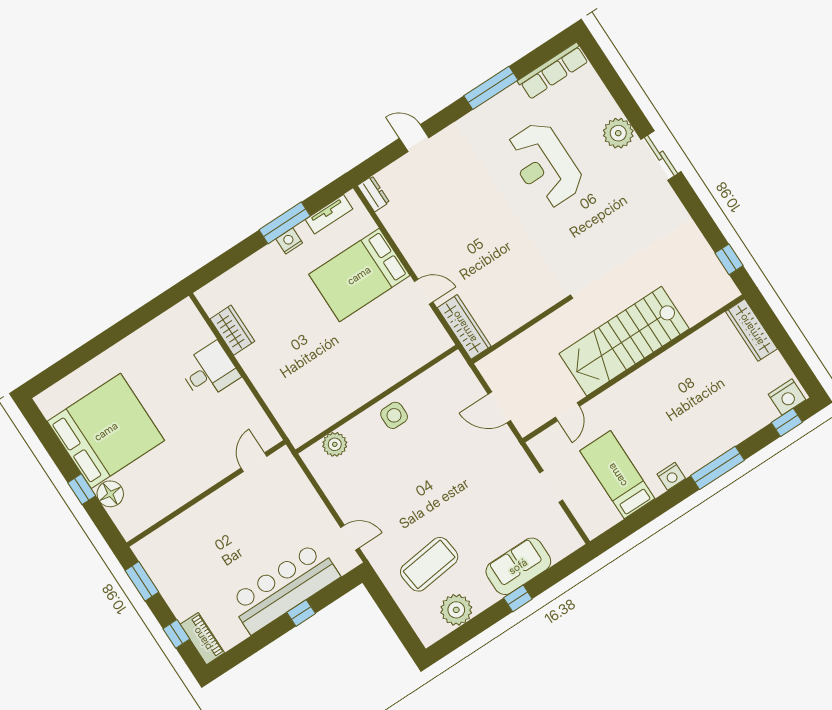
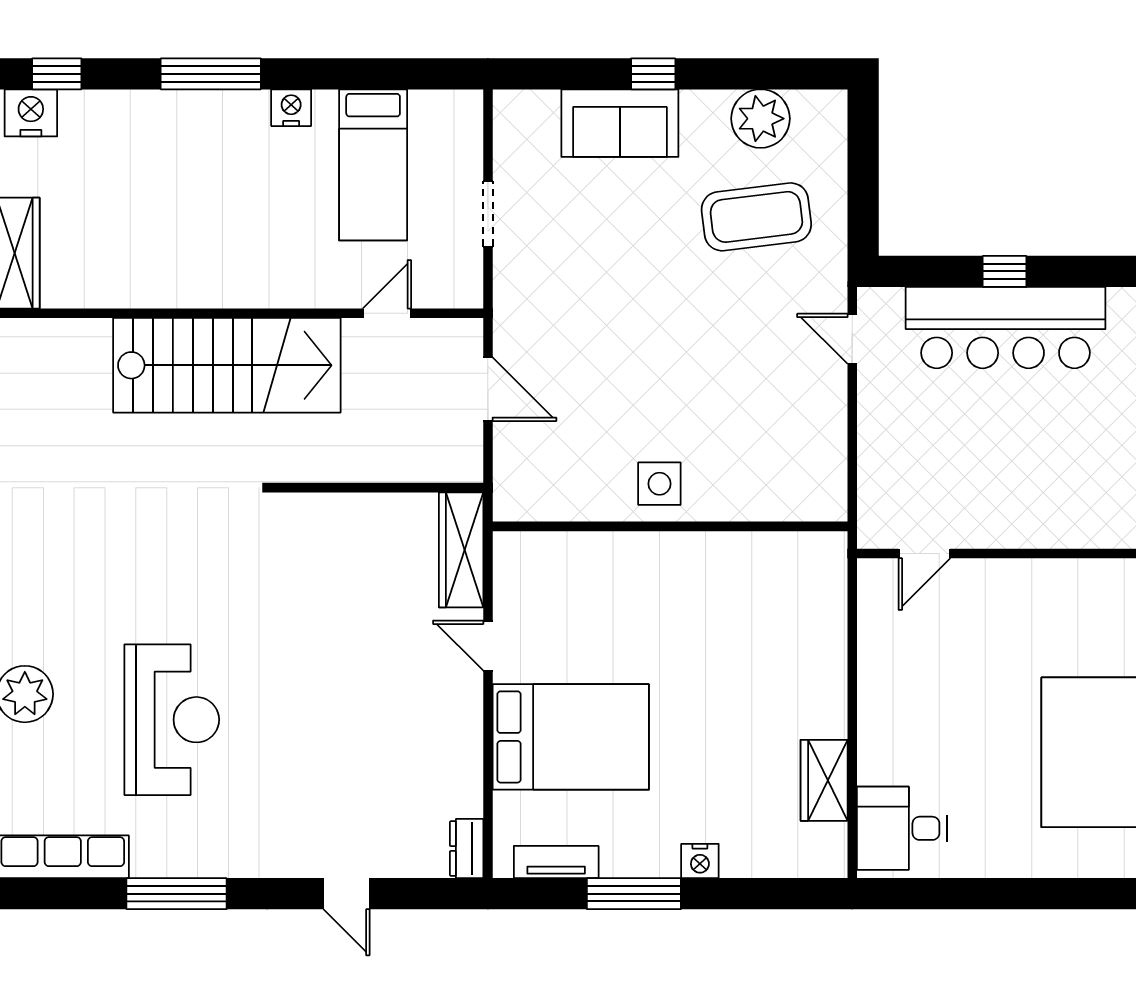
nightstand: (289, 241) -> (700, 861), moved
desk: (209, 371) -> (902, 828), moved
plant: (335, 444) -> (781, 499), removed

